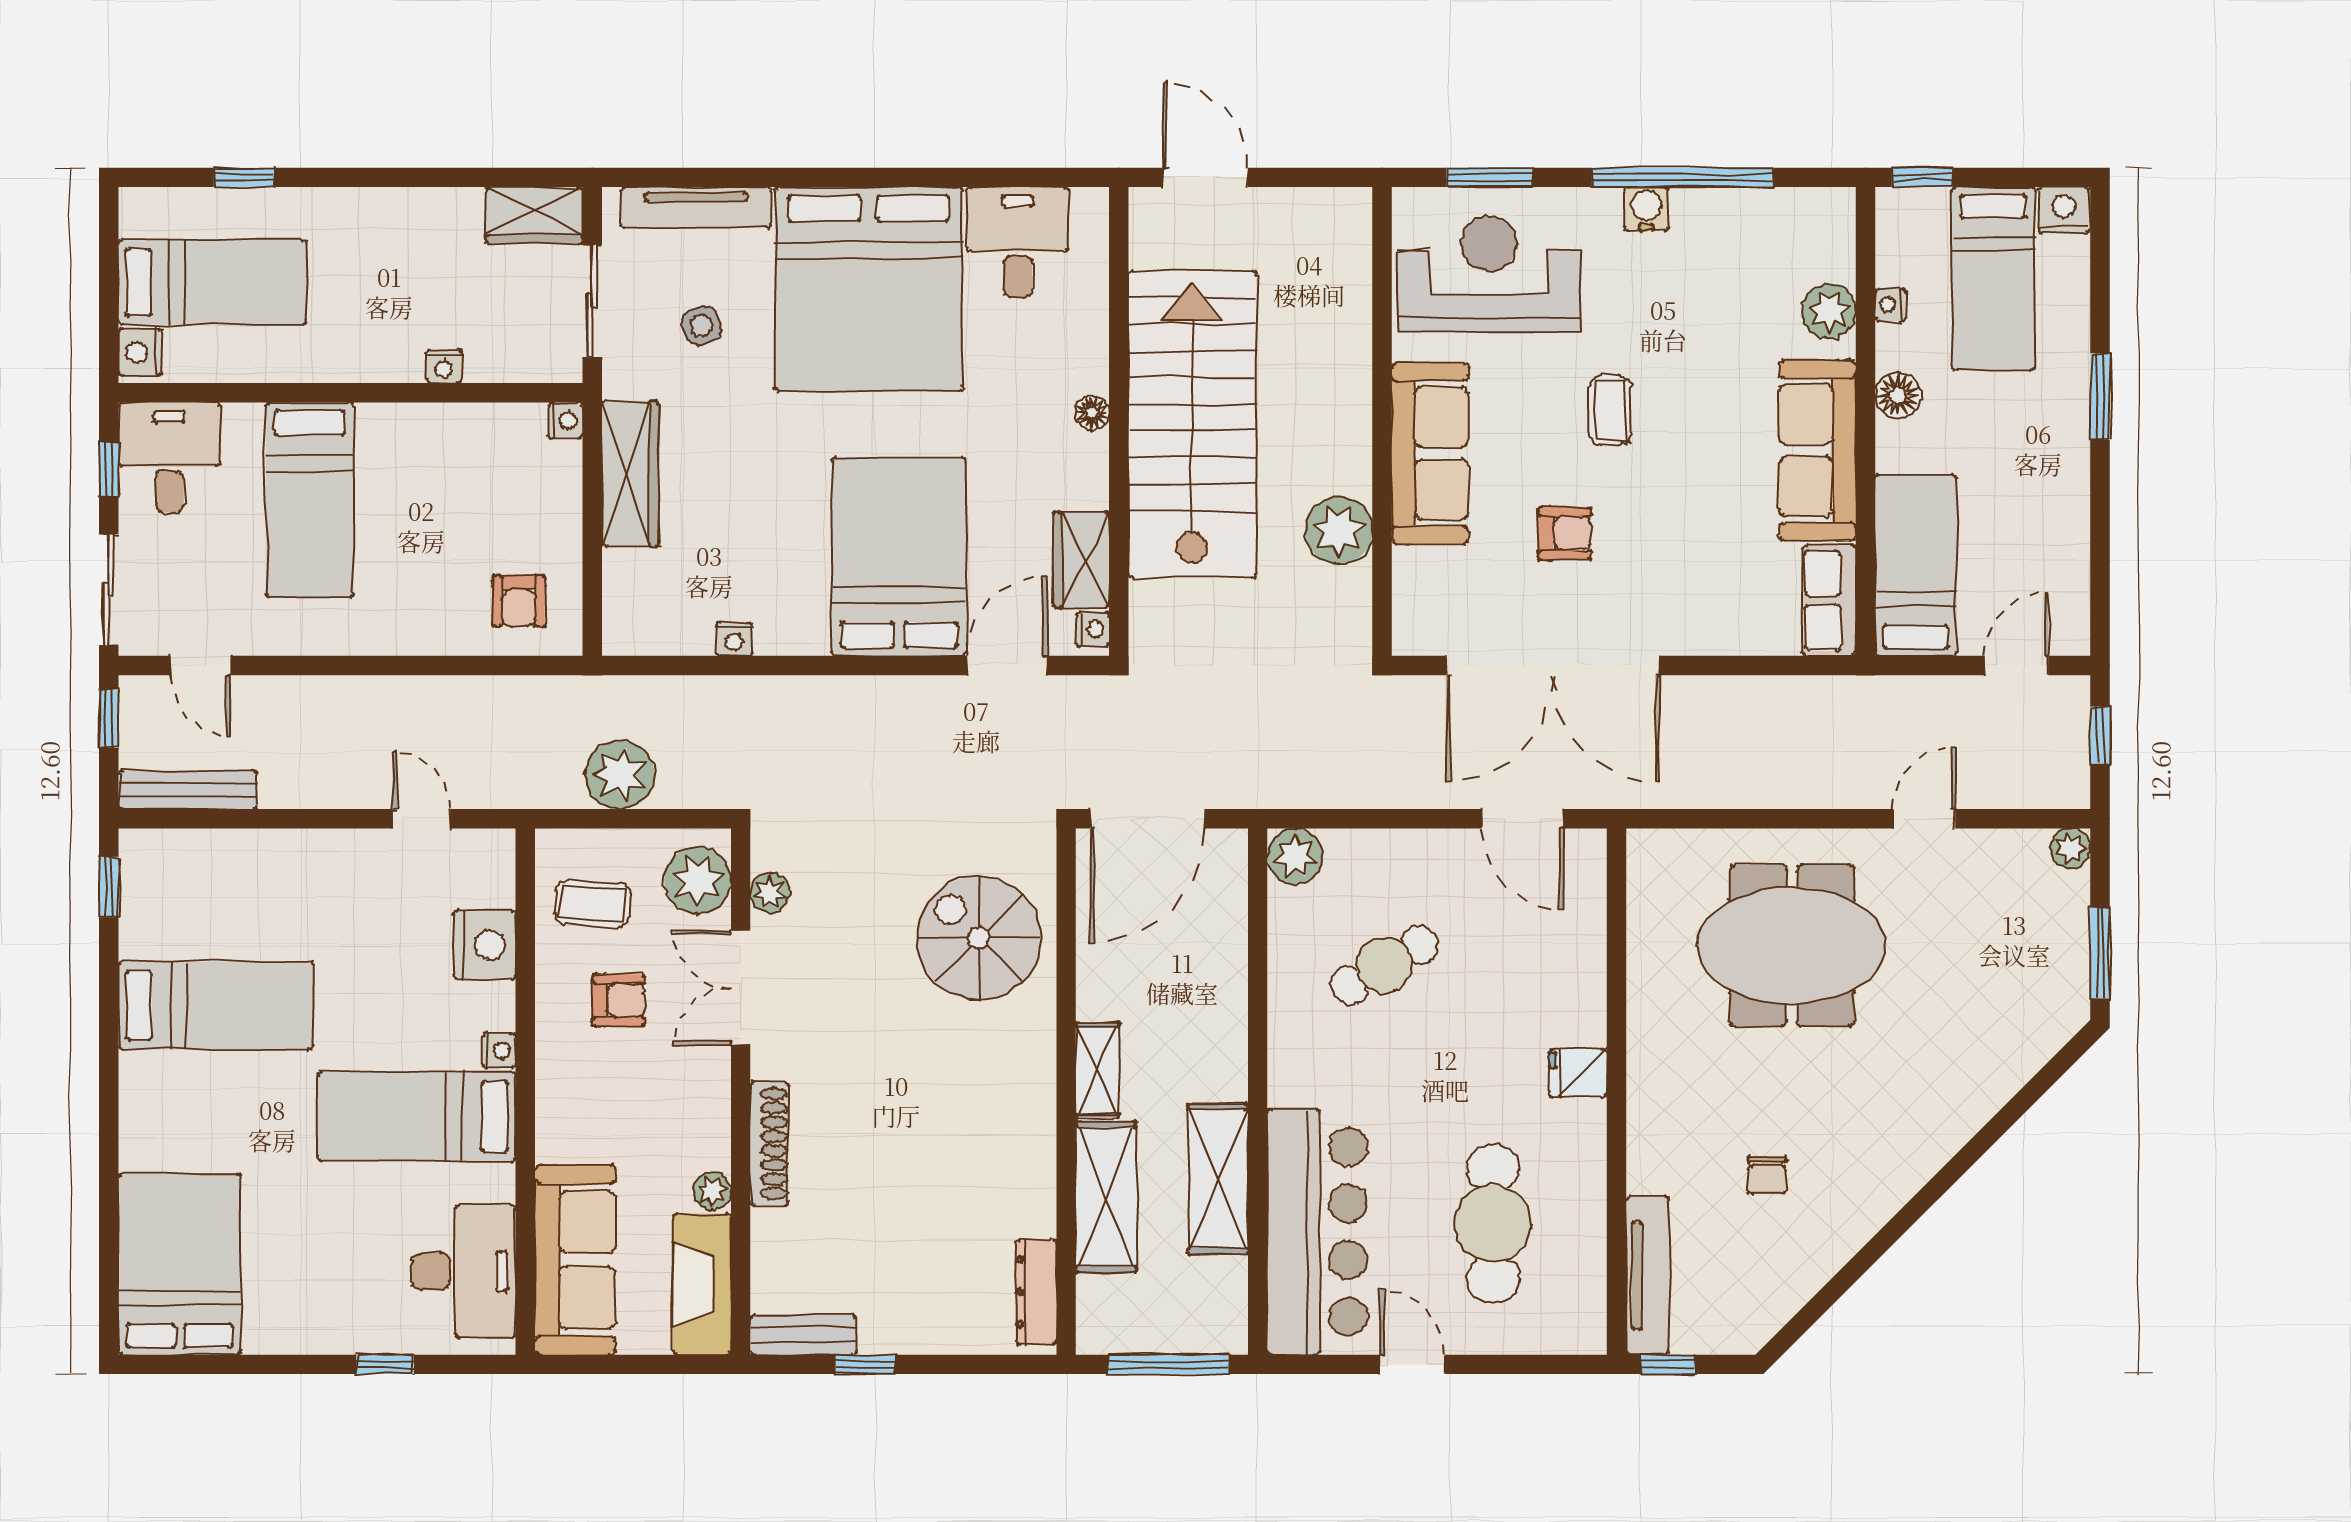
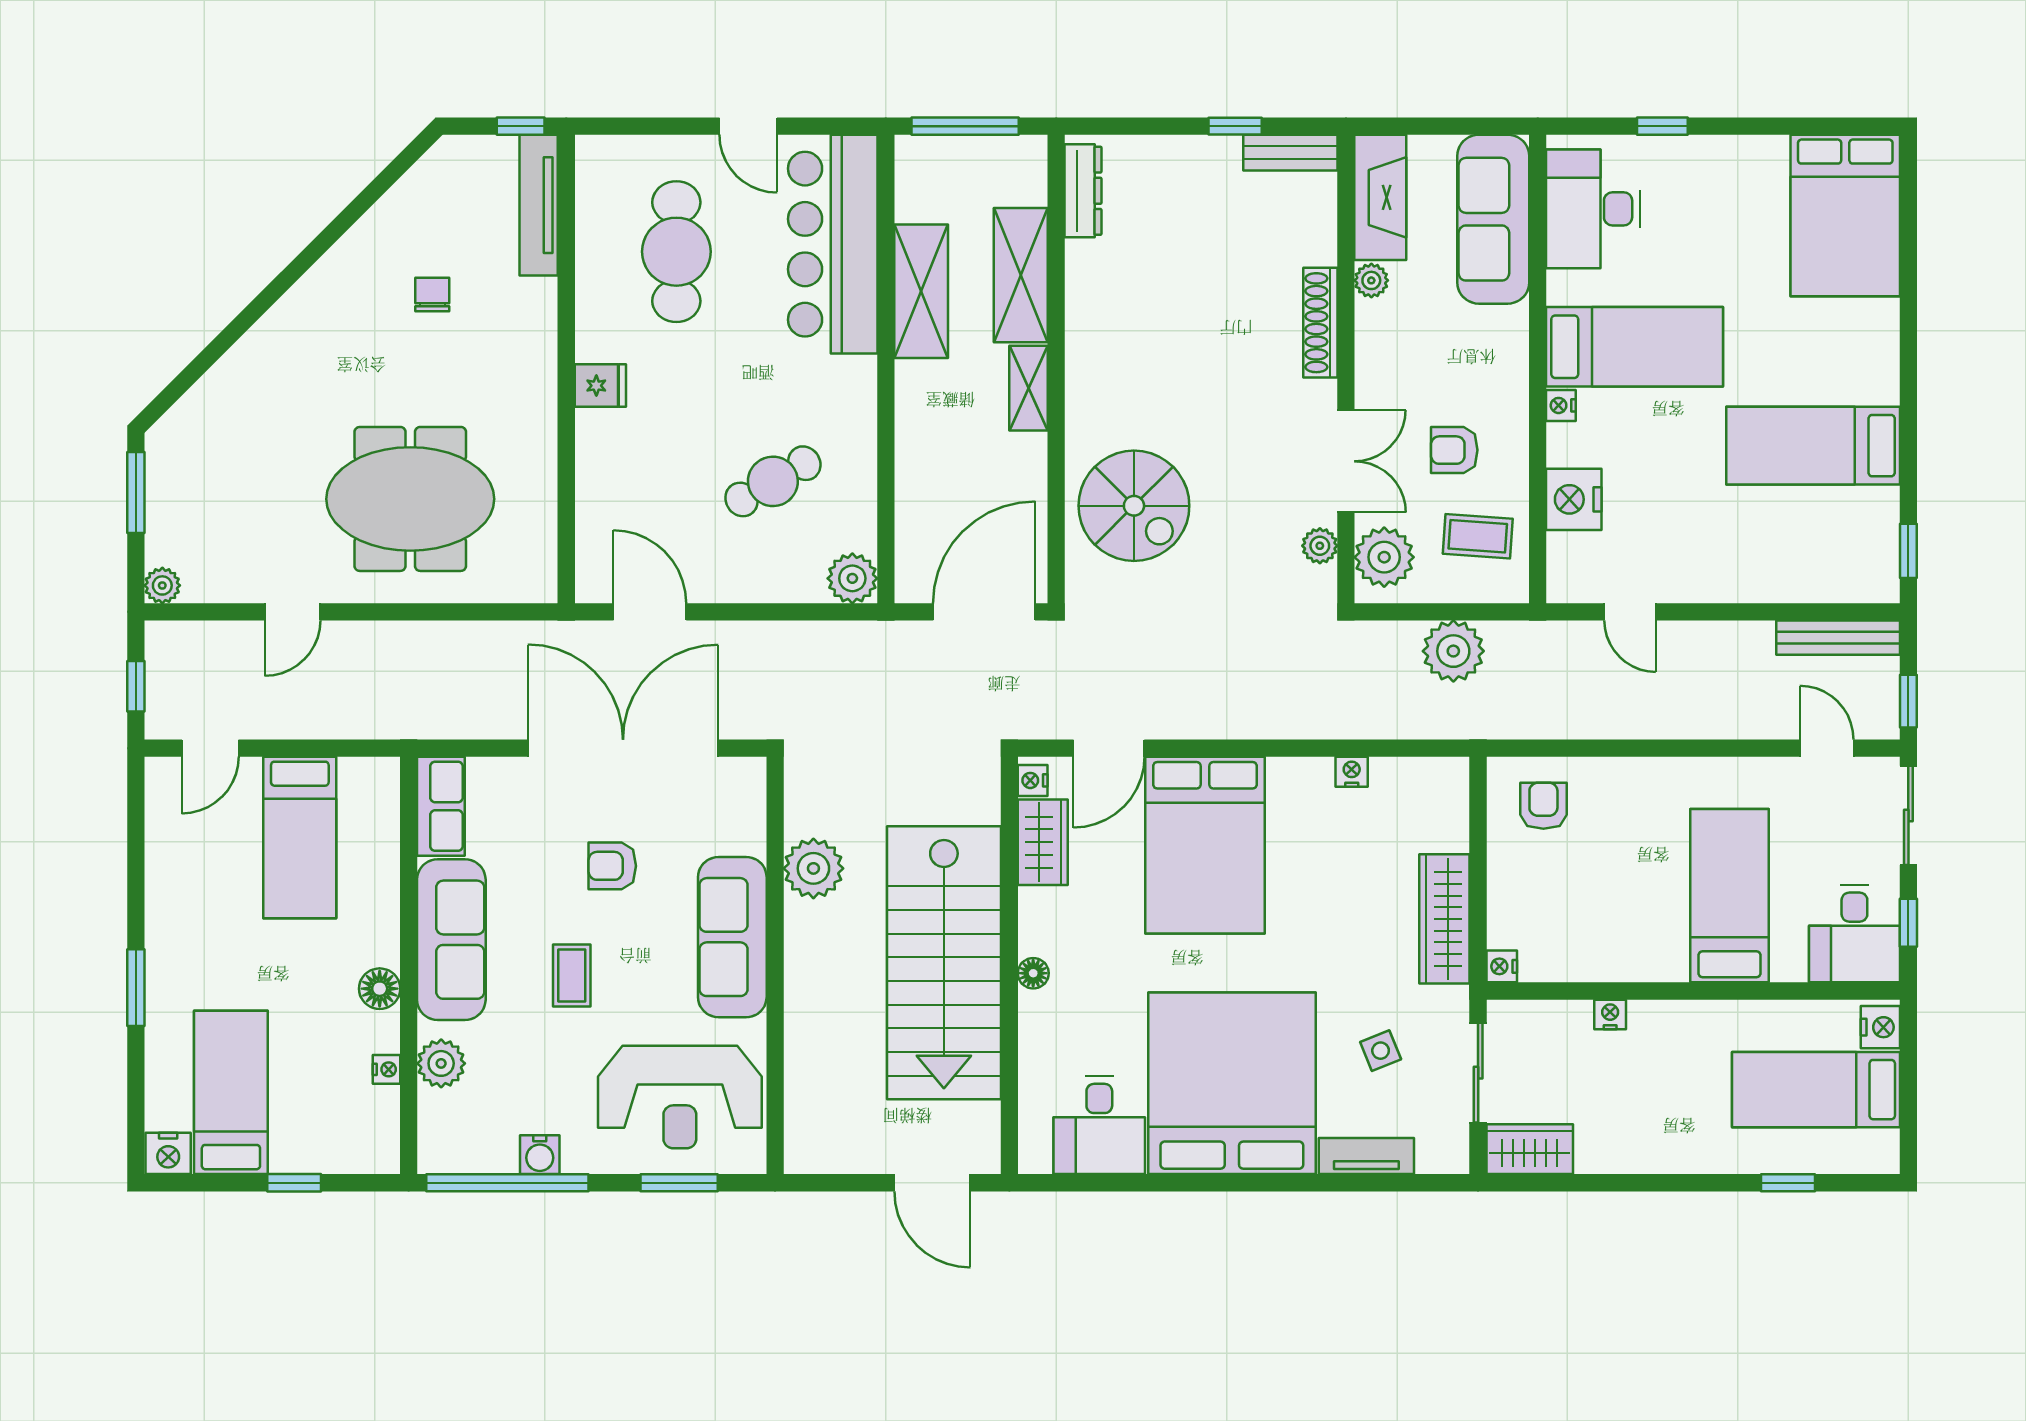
tv unit: (696, 207) -> (1366, 1156), width x0.71
nightstand: (1890, 305) -> (386, 1069), moved
plant: (1829, 311) -> (441, 1063), moved
floor lamp: (1898, 395) -> (380, 989), moved
wall: (1865, 421) -> (409, 965), moved
sofa: (1817, 450) -> (451, 940), moved
row of seats: (1829, 600) -> (441, 806), moved

